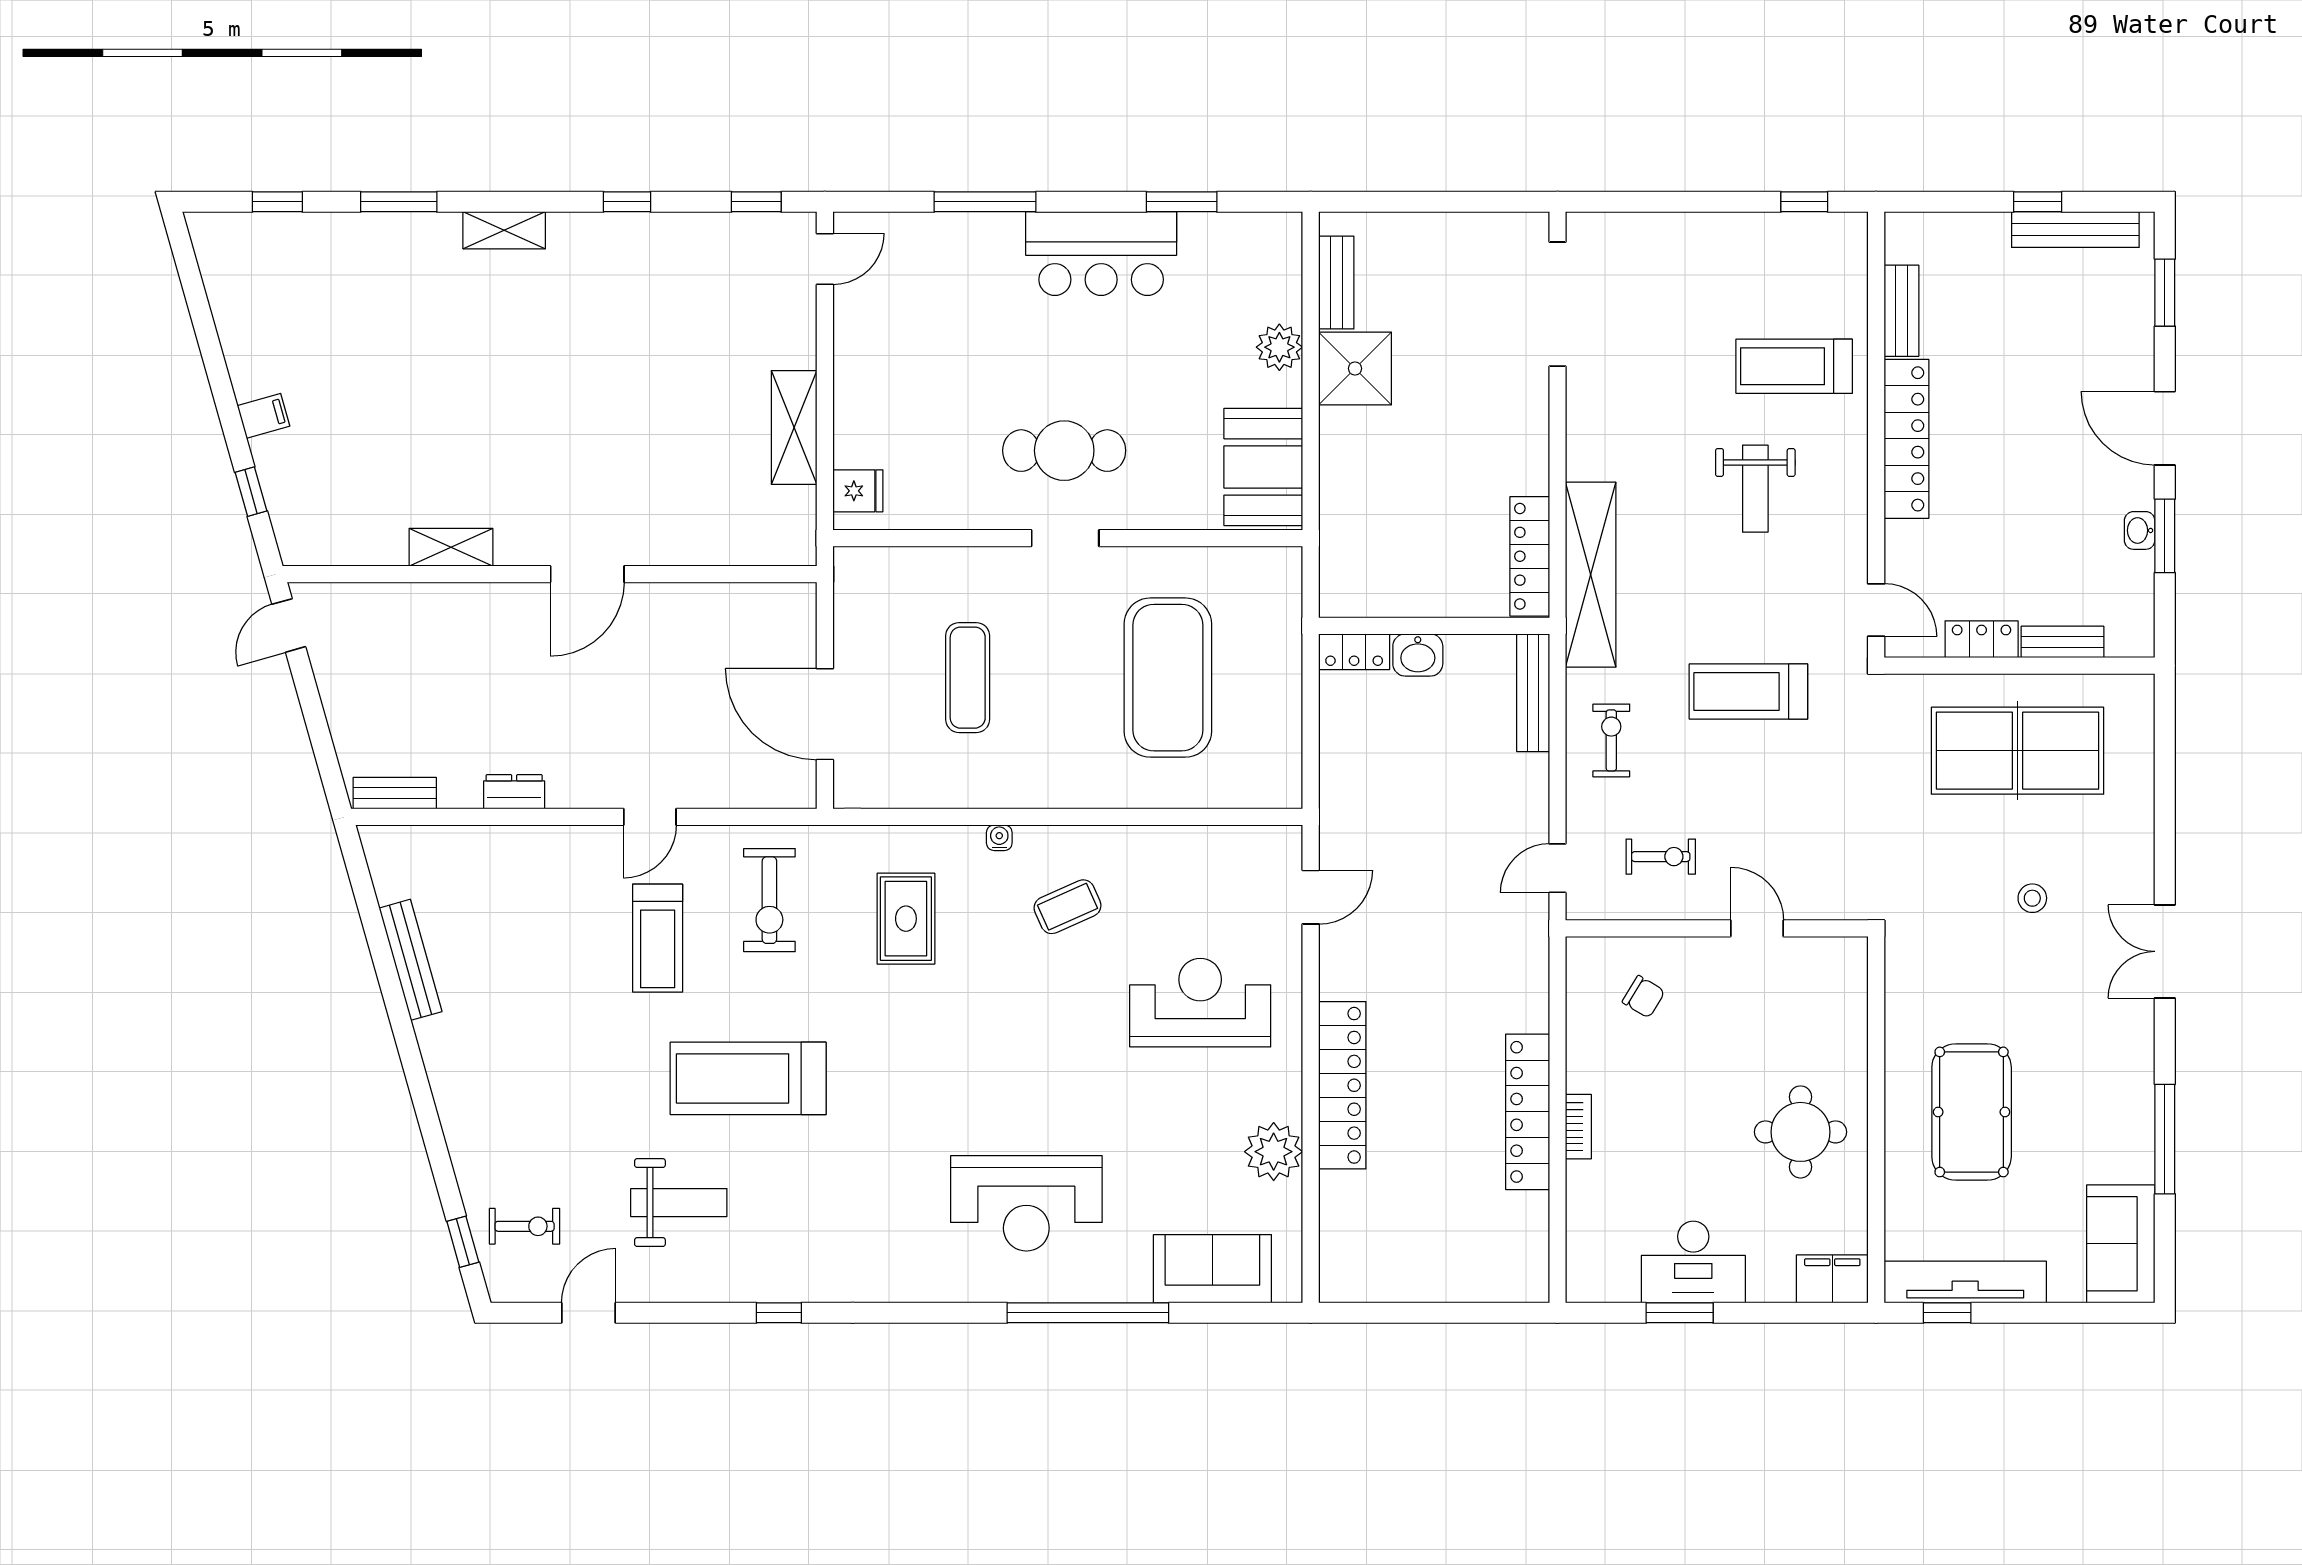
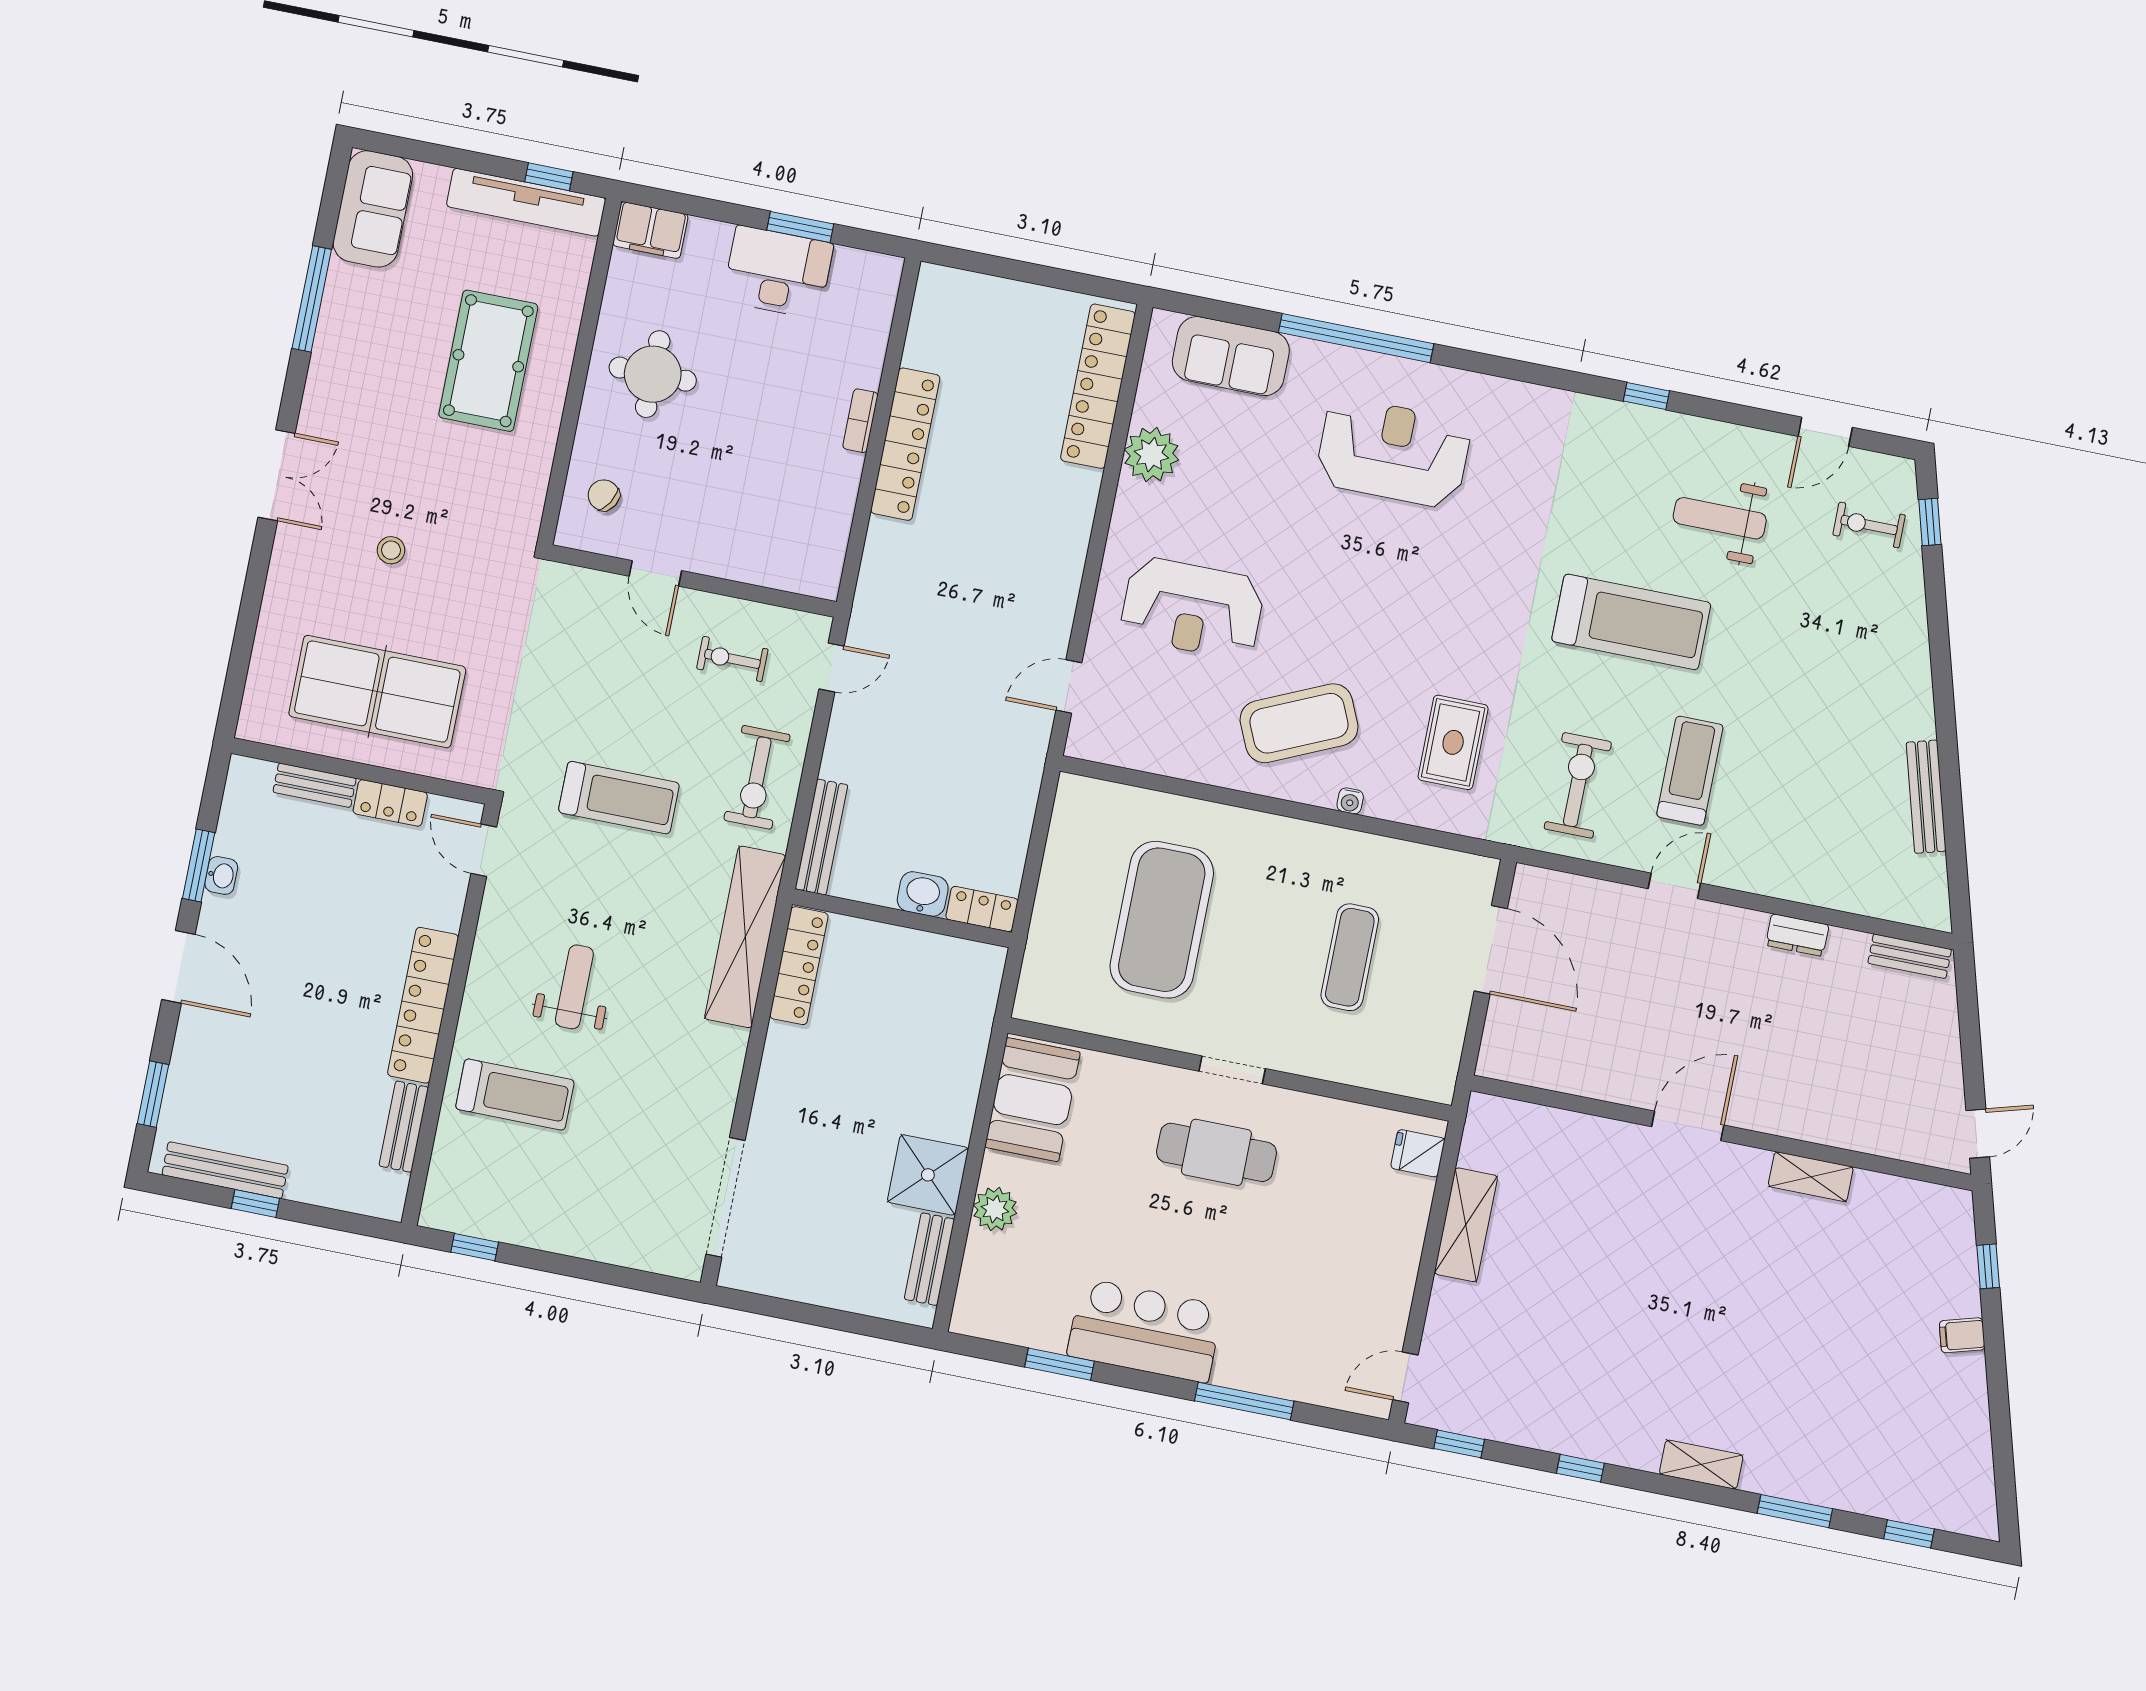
exercise bike: (1611, 740) -> (757, 777), width x1.38, depth x1.39
coffee table: (1068, 907) -> (1299, 723), width x1.86, depth x1.72
chair: (1644, 997) -> (604, 495), moved
locker: (1342, 1085) -> (1098, 386), moved

